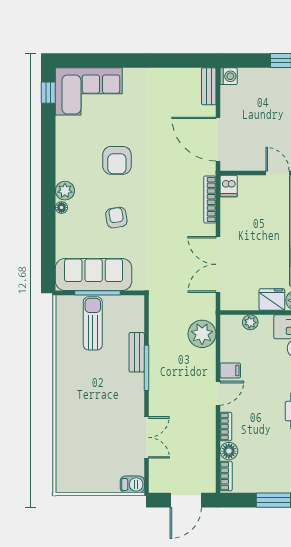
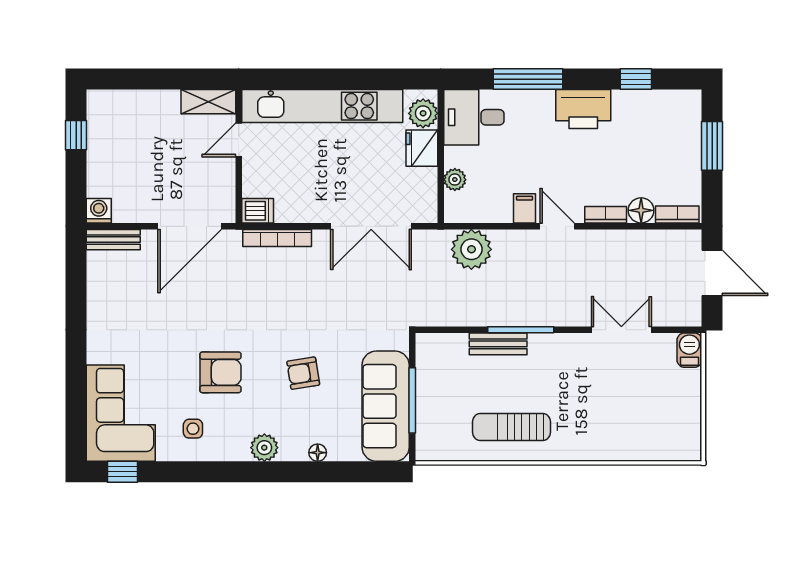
side table: (78, 141) -> (193, 429), added
floor lamp: (61, 208) -> (318, 453), moved
sun lounger: (93, 323) -> (512, 427), moved

